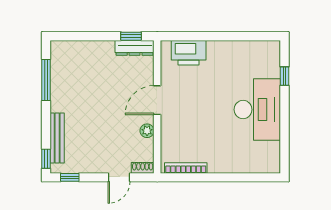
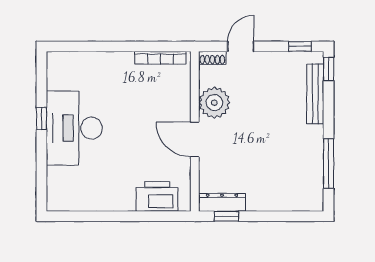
window: (285, 76) -> (42, 119), moved
door: (157, 100) -> (195, 139), swing flipped
plant: (147, 131) -> (214, 103), width x1.88, depth x1.88

